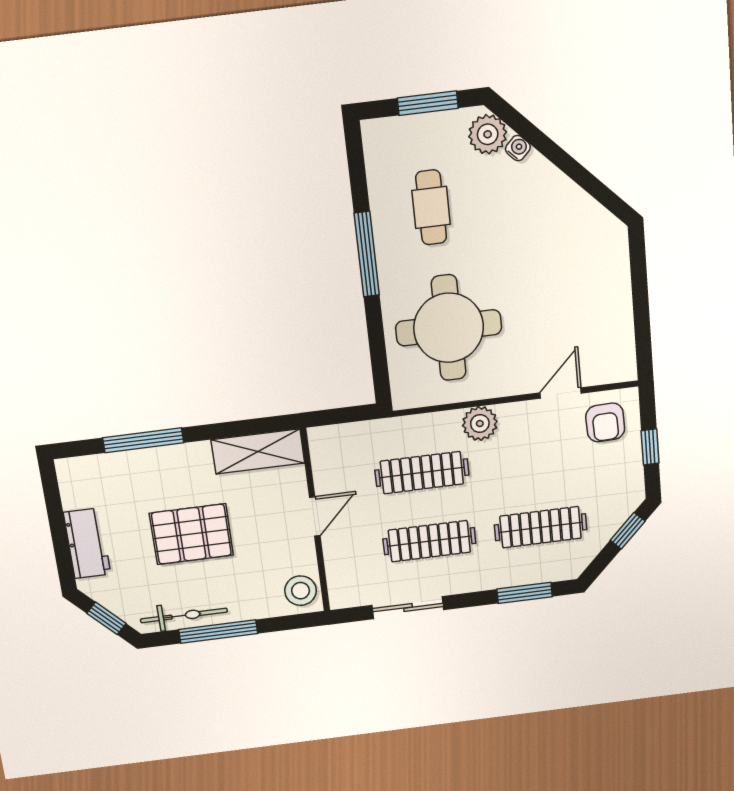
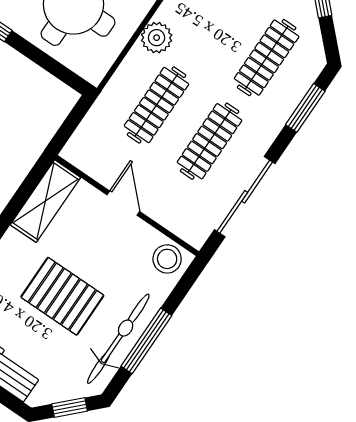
pallet: (191, 534) -> (62, 296), turned 90
sliding door: (408, 608) -> (245, 197), width x1.37
bicycle: (184, 615) -> (118, 339), width x1.37, depth x1.40

